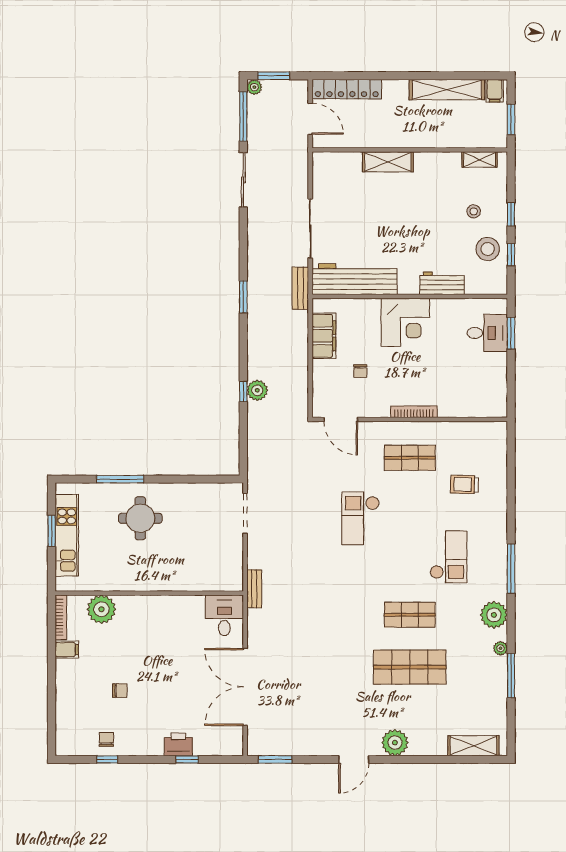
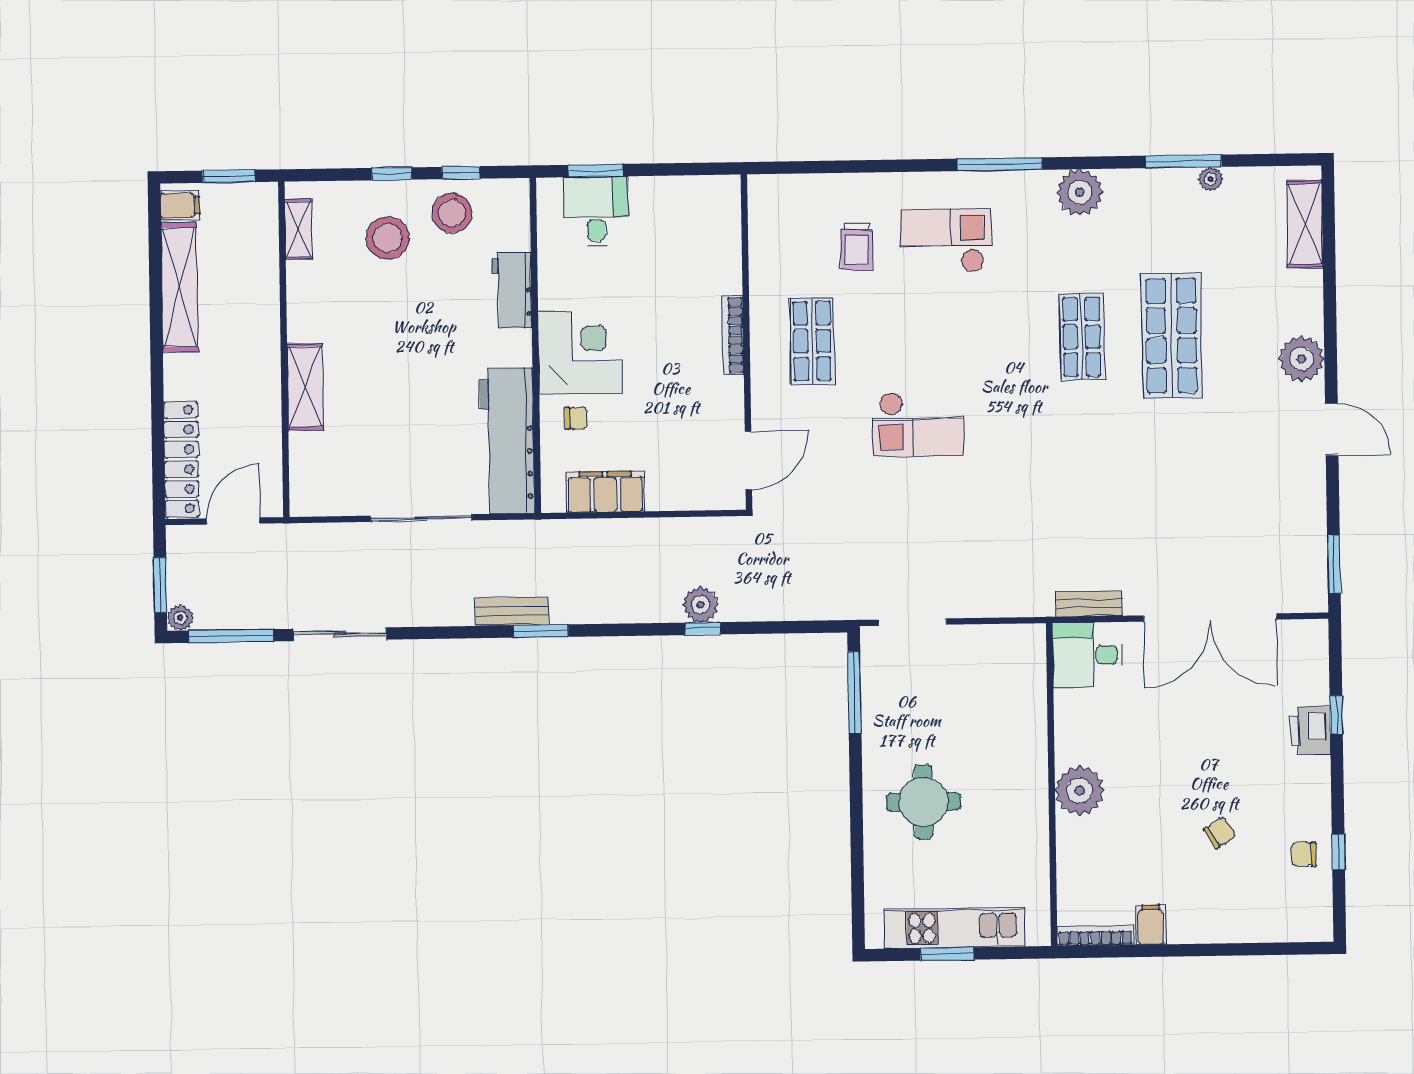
stool: (474, 211) -> (388, 238), width x1.89, depth x1.89
bench: (300, 288) -> (512, 611), moved
chair: (360, 371) -> (576, 418), moved
window: (120, 479) -> (854, 692), moved
checkout: (449, 557) -> (946, 240), moved
bench: (254, 589) -> (1089, 604), moved
plant: (101, 609) -> (1080, 791), moved
plant: (500, 648) -> (1211, 179), moved
chair: (120, 691) -> (1220, 832), turned 57

